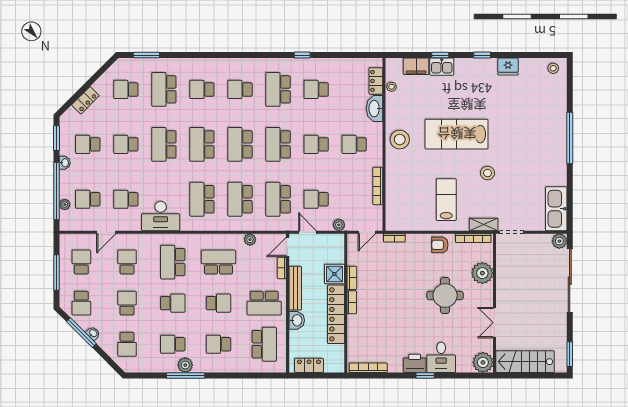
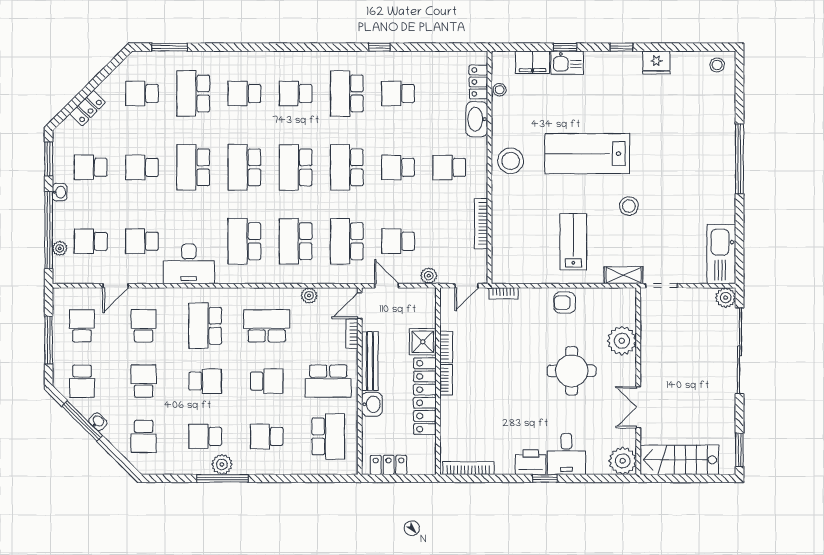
bookcase: (473, 238) -> (610, 294), removed

